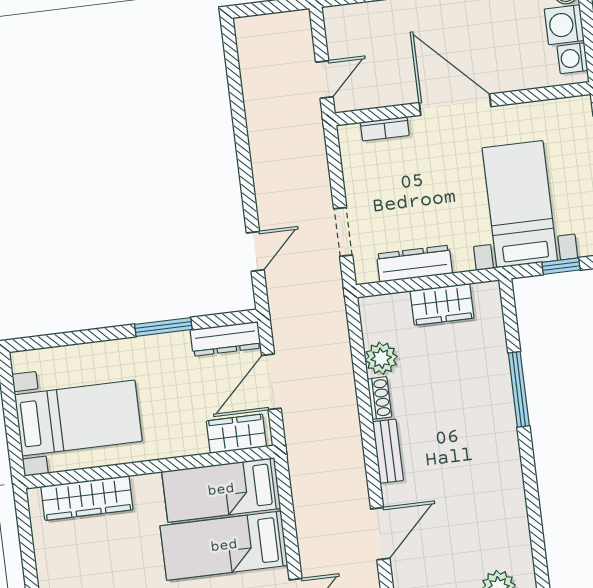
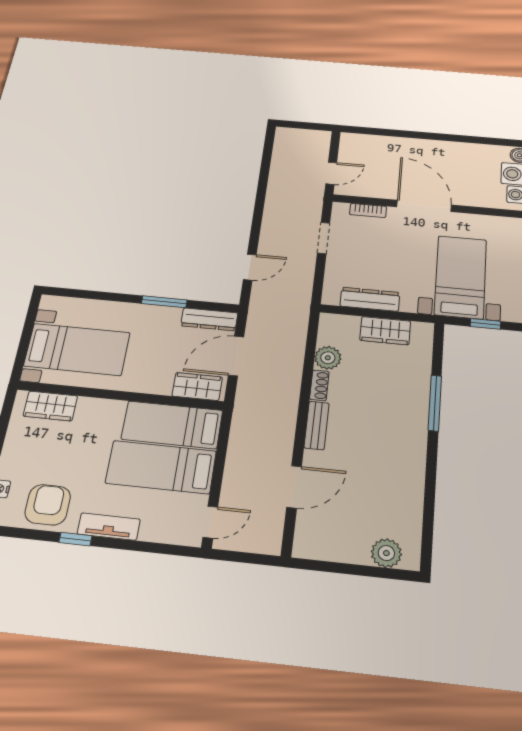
doorway: (343, 232) -> (324, 238), moved
wardrobe: (87, 498) -> (50, 406), width x0.67

